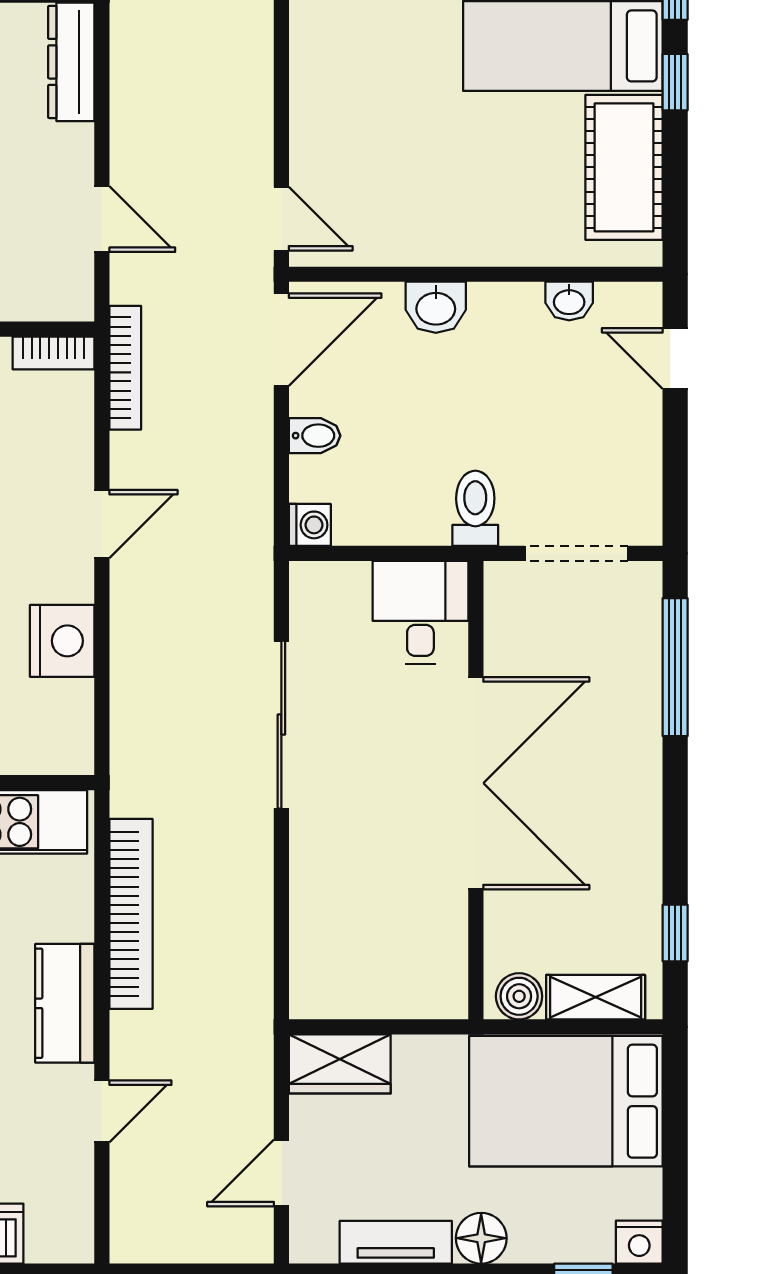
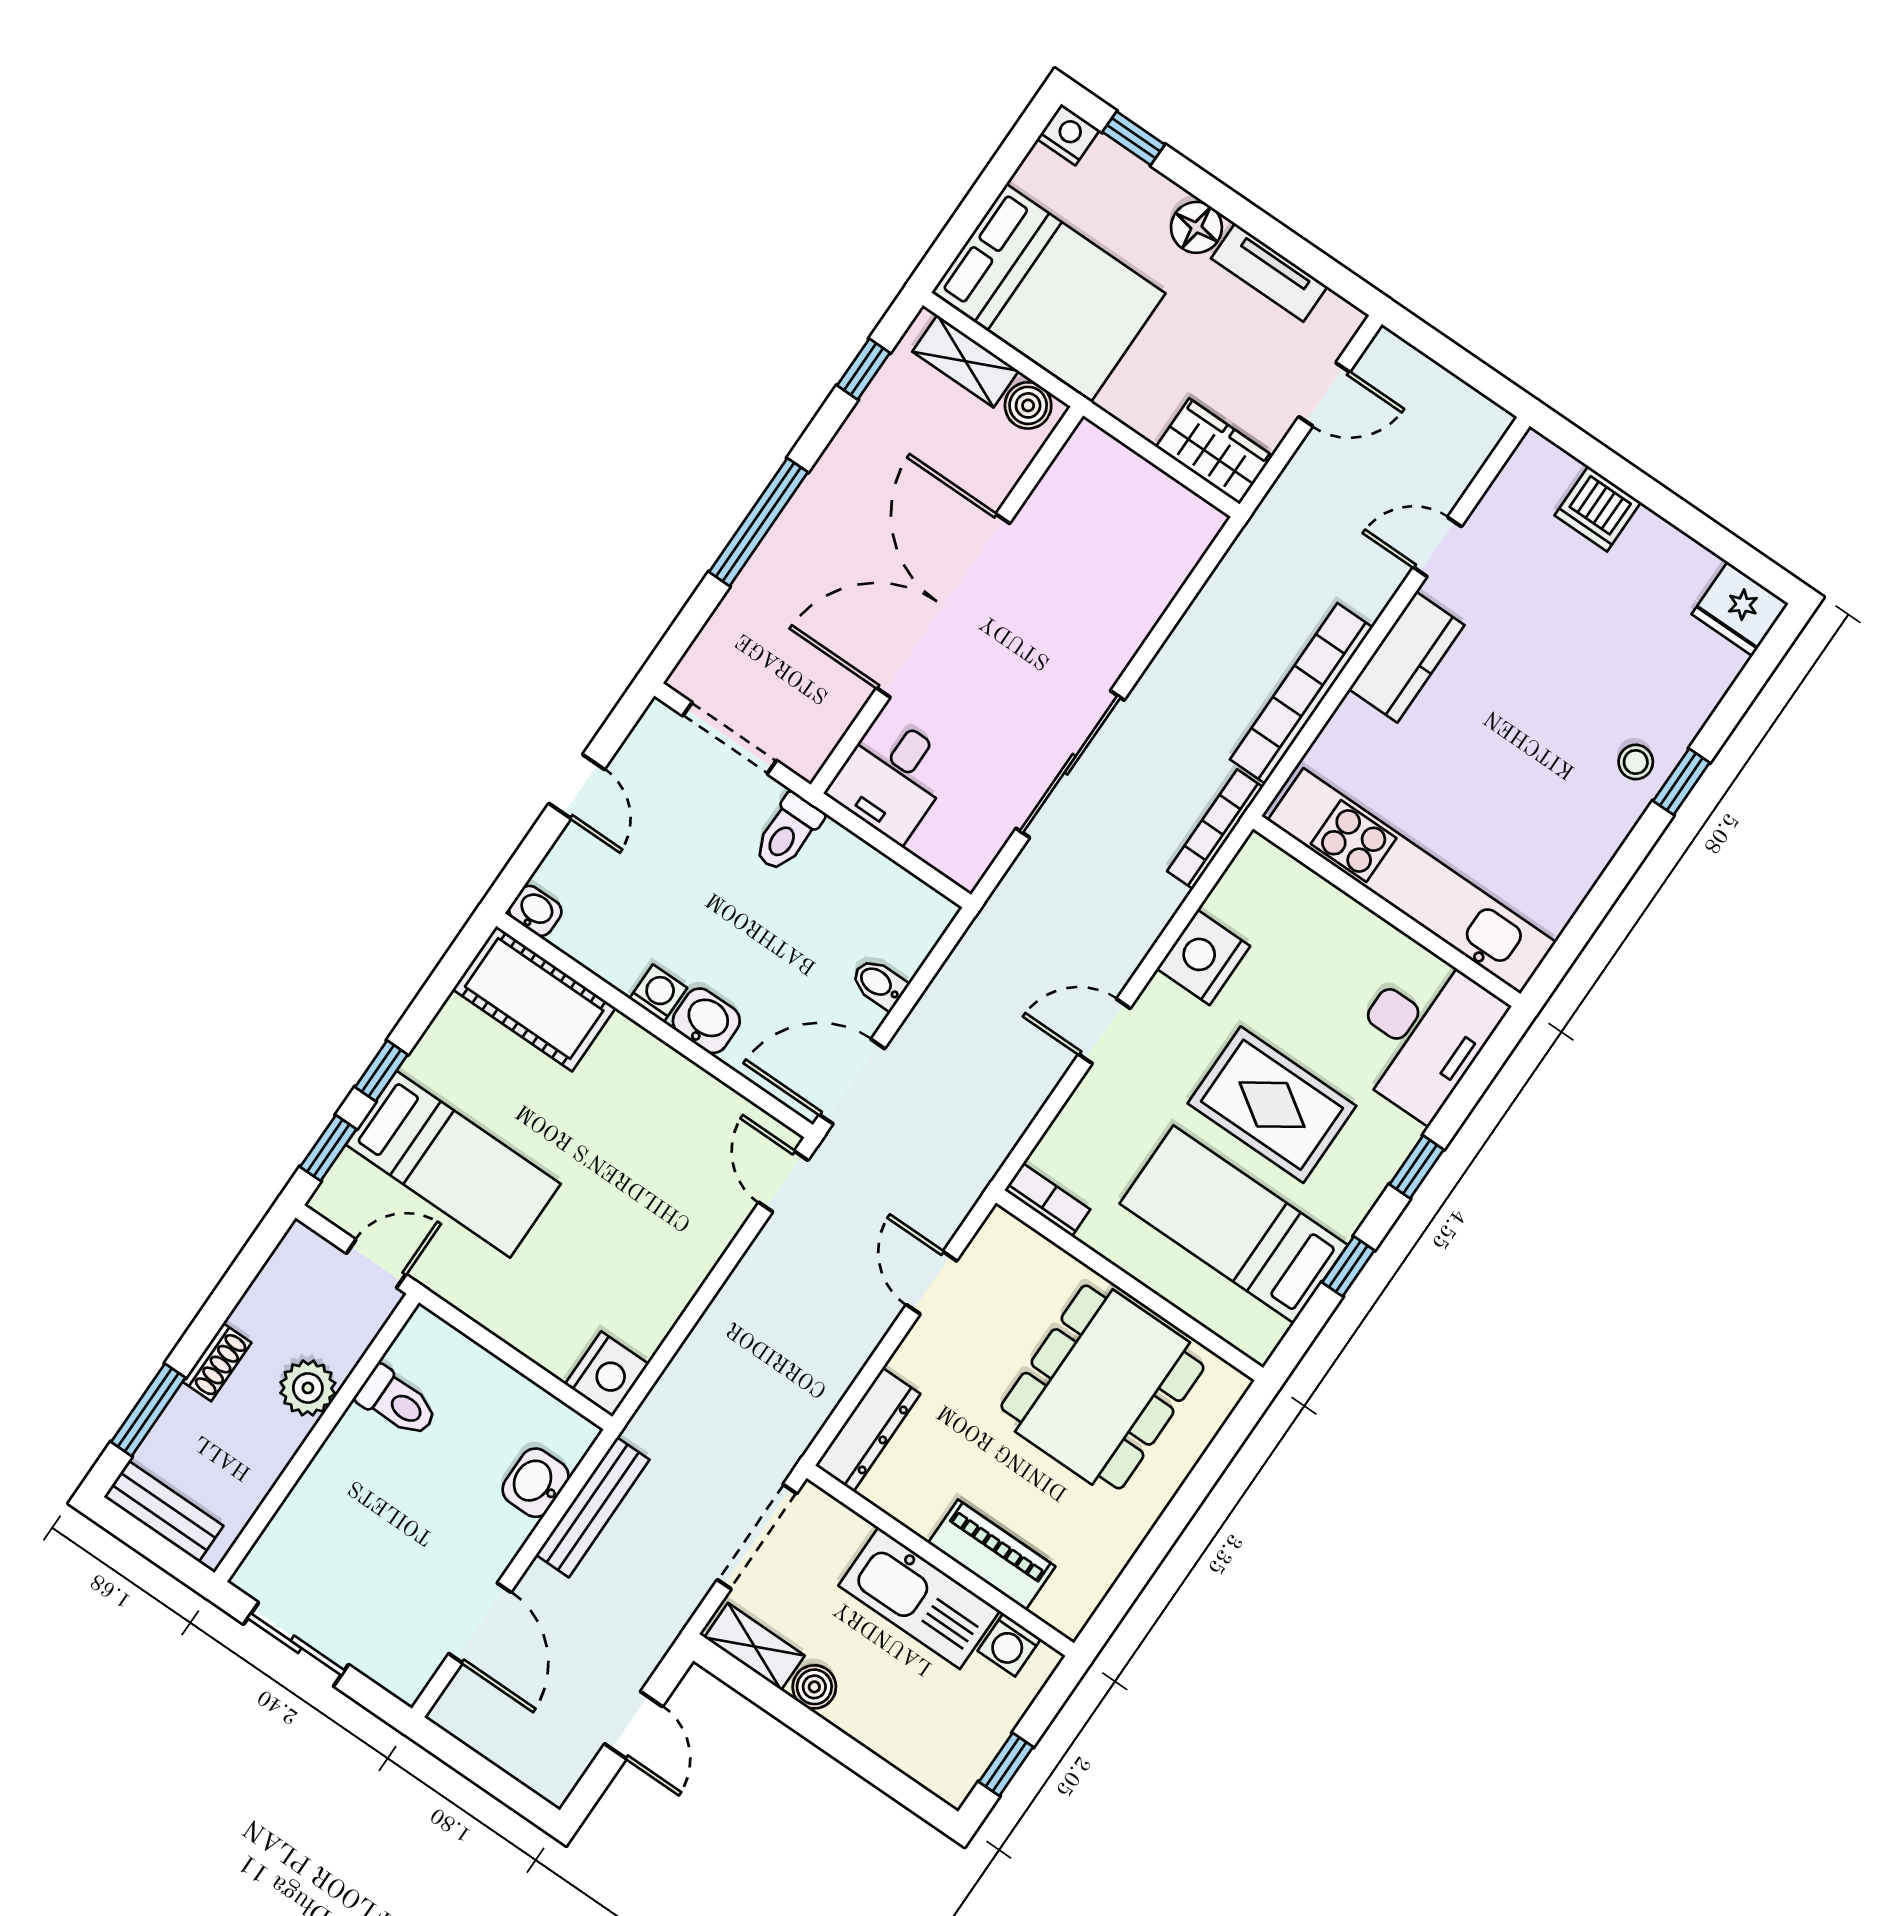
cot: (624, 167) -> (534, 999), moved, turned 90
washbasin: (569, 301) -> (535, 911), moved
door: (675, 358) -> (577, 786), moved
bookcase: (125, 368) -> (1215, 829), moved
washing machine: (310, 525) -> (658, 993), moved, turned 90
window: (675, 667) -> (758, 522), moved

